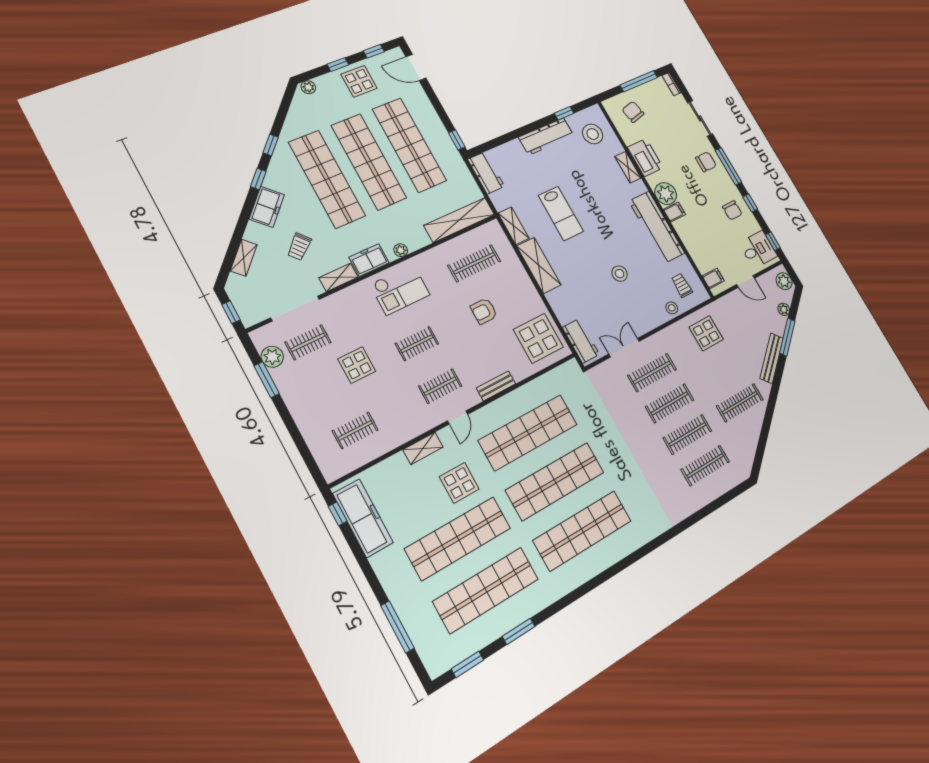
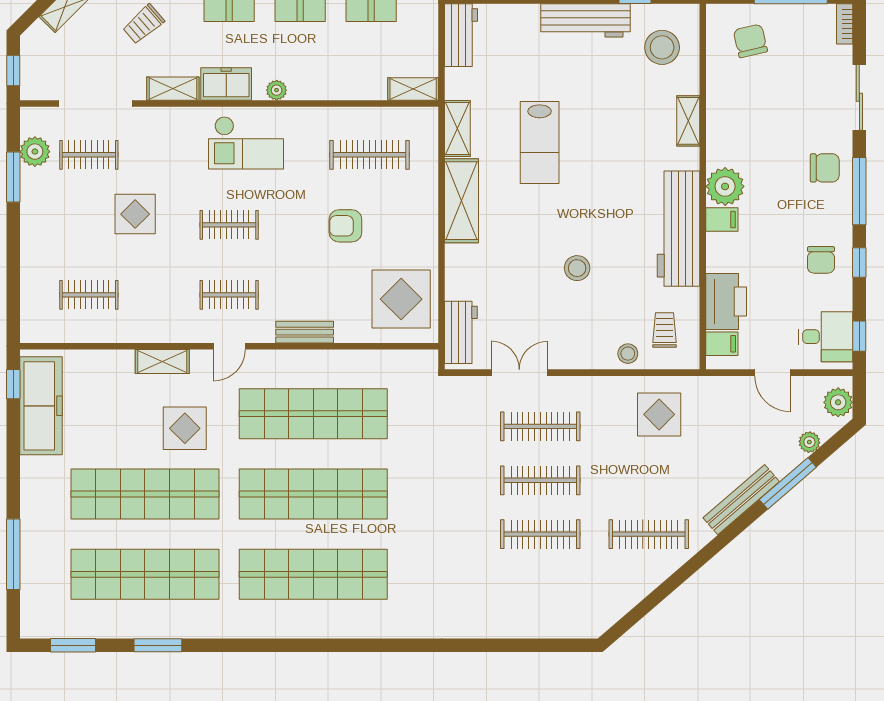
printer: (645, 158) -> (726, 302), moved
shelving: (459, 220) -> (413, 89), width x0.45, depth x0.75
clothes rail: (705, 466) -> (540, 588), removed

